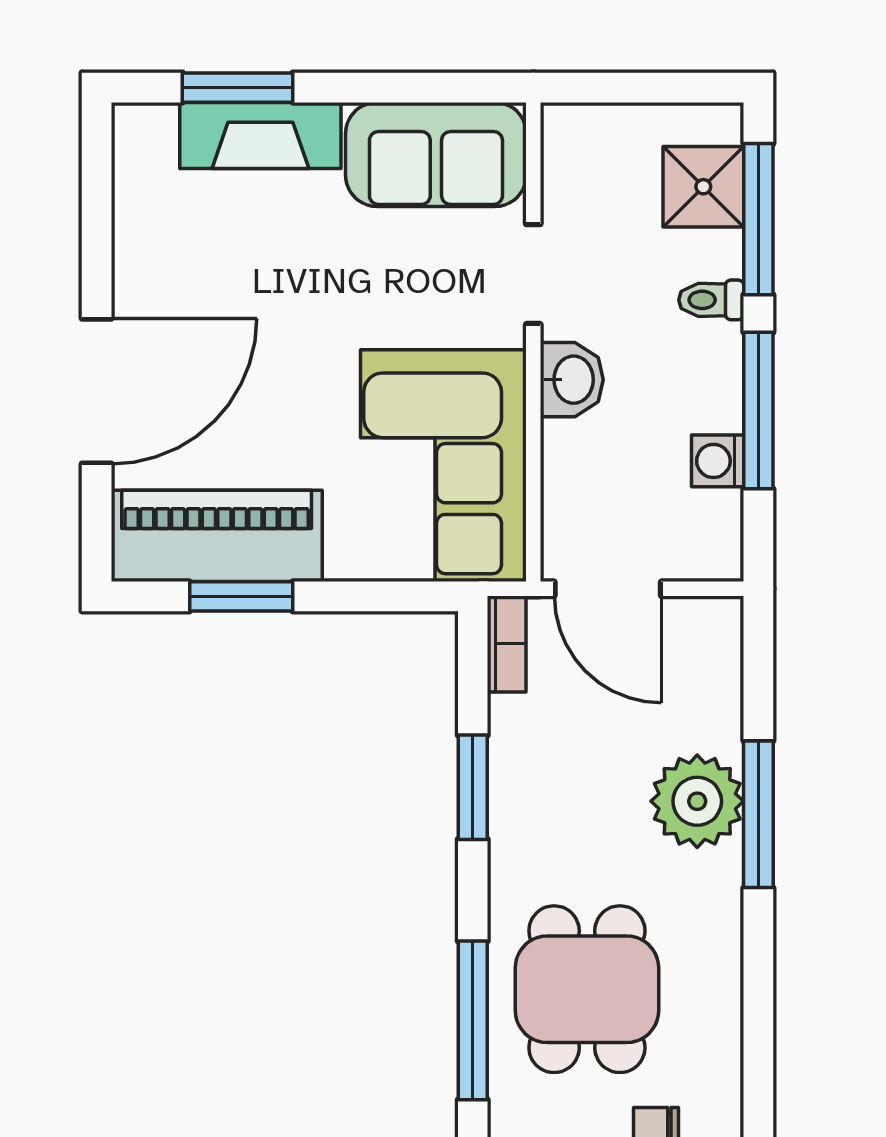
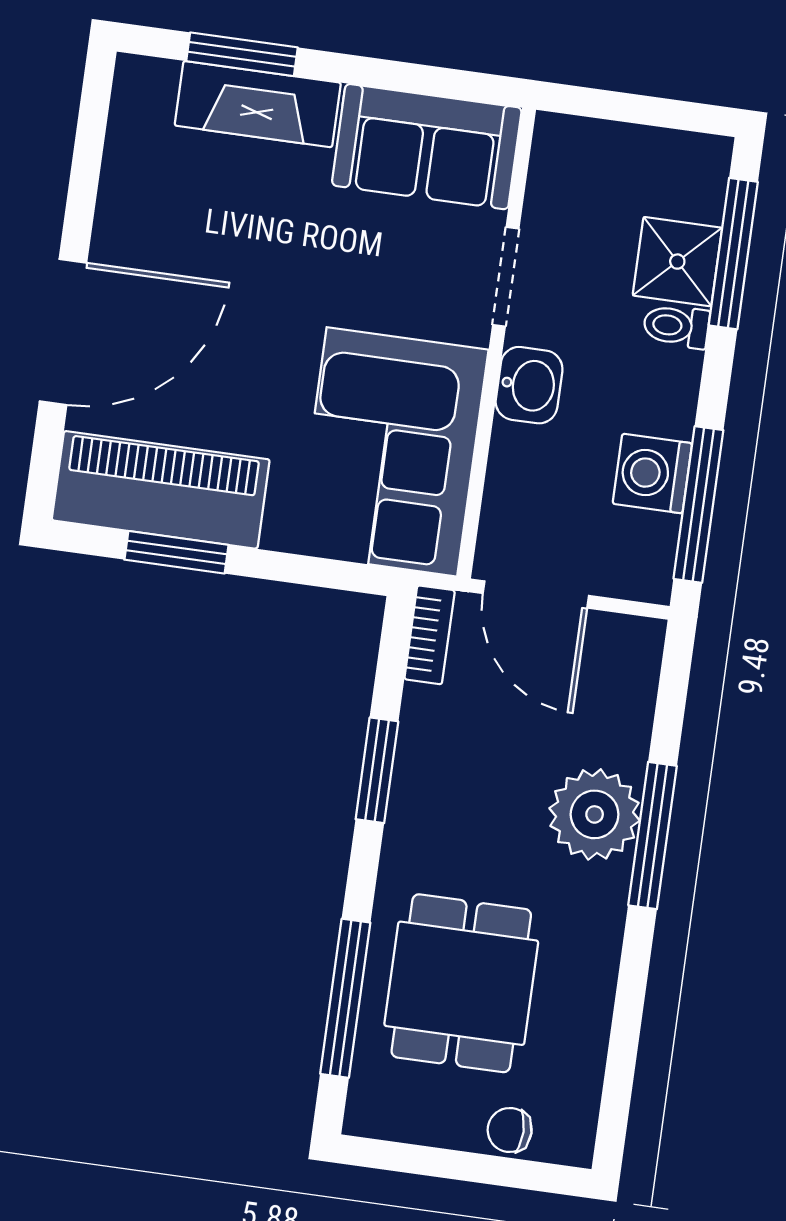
shower: (703, 187) -> (677, 262), moved
window: (758, 411) -> (698, 505), moved
washing machine: (718, 461) -> (652, 473), width x1.38, depth x1.38

